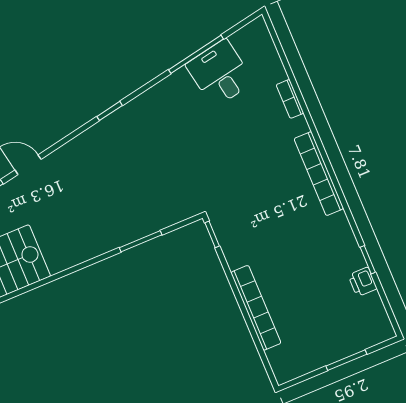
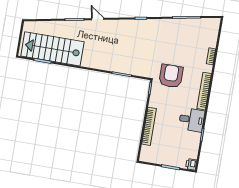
desk: (220, 73) -> (192, 120), moved, turned 101
armchair: (237, 185) -> (171, 76), added
printer: (363, 282) -> (191, 164), moved

